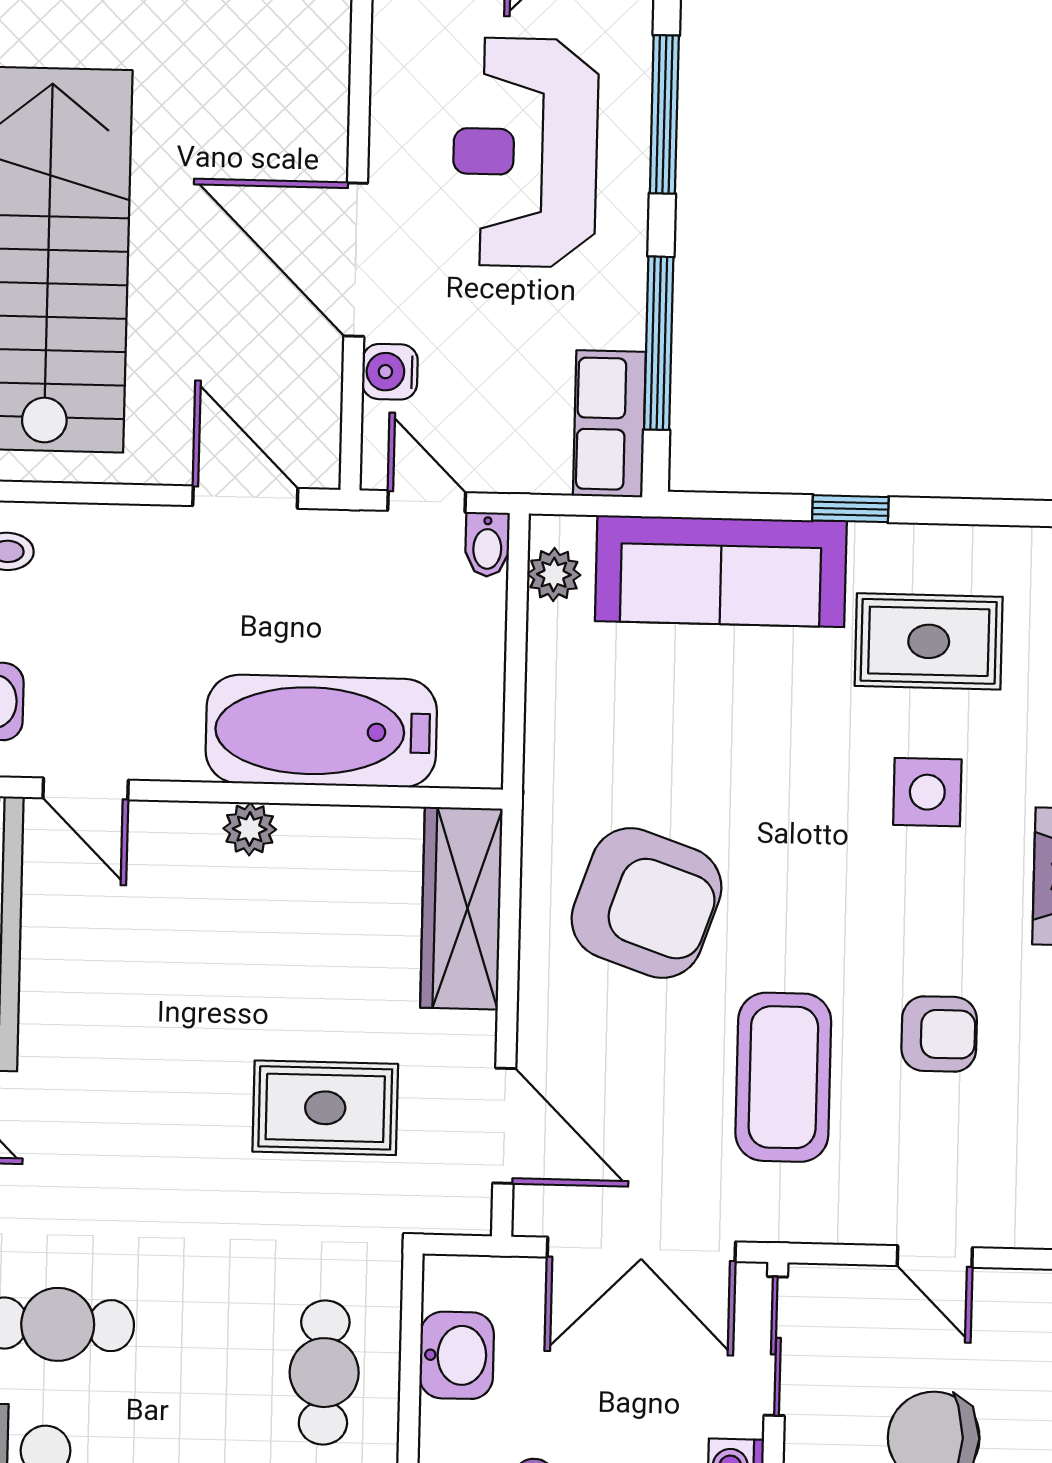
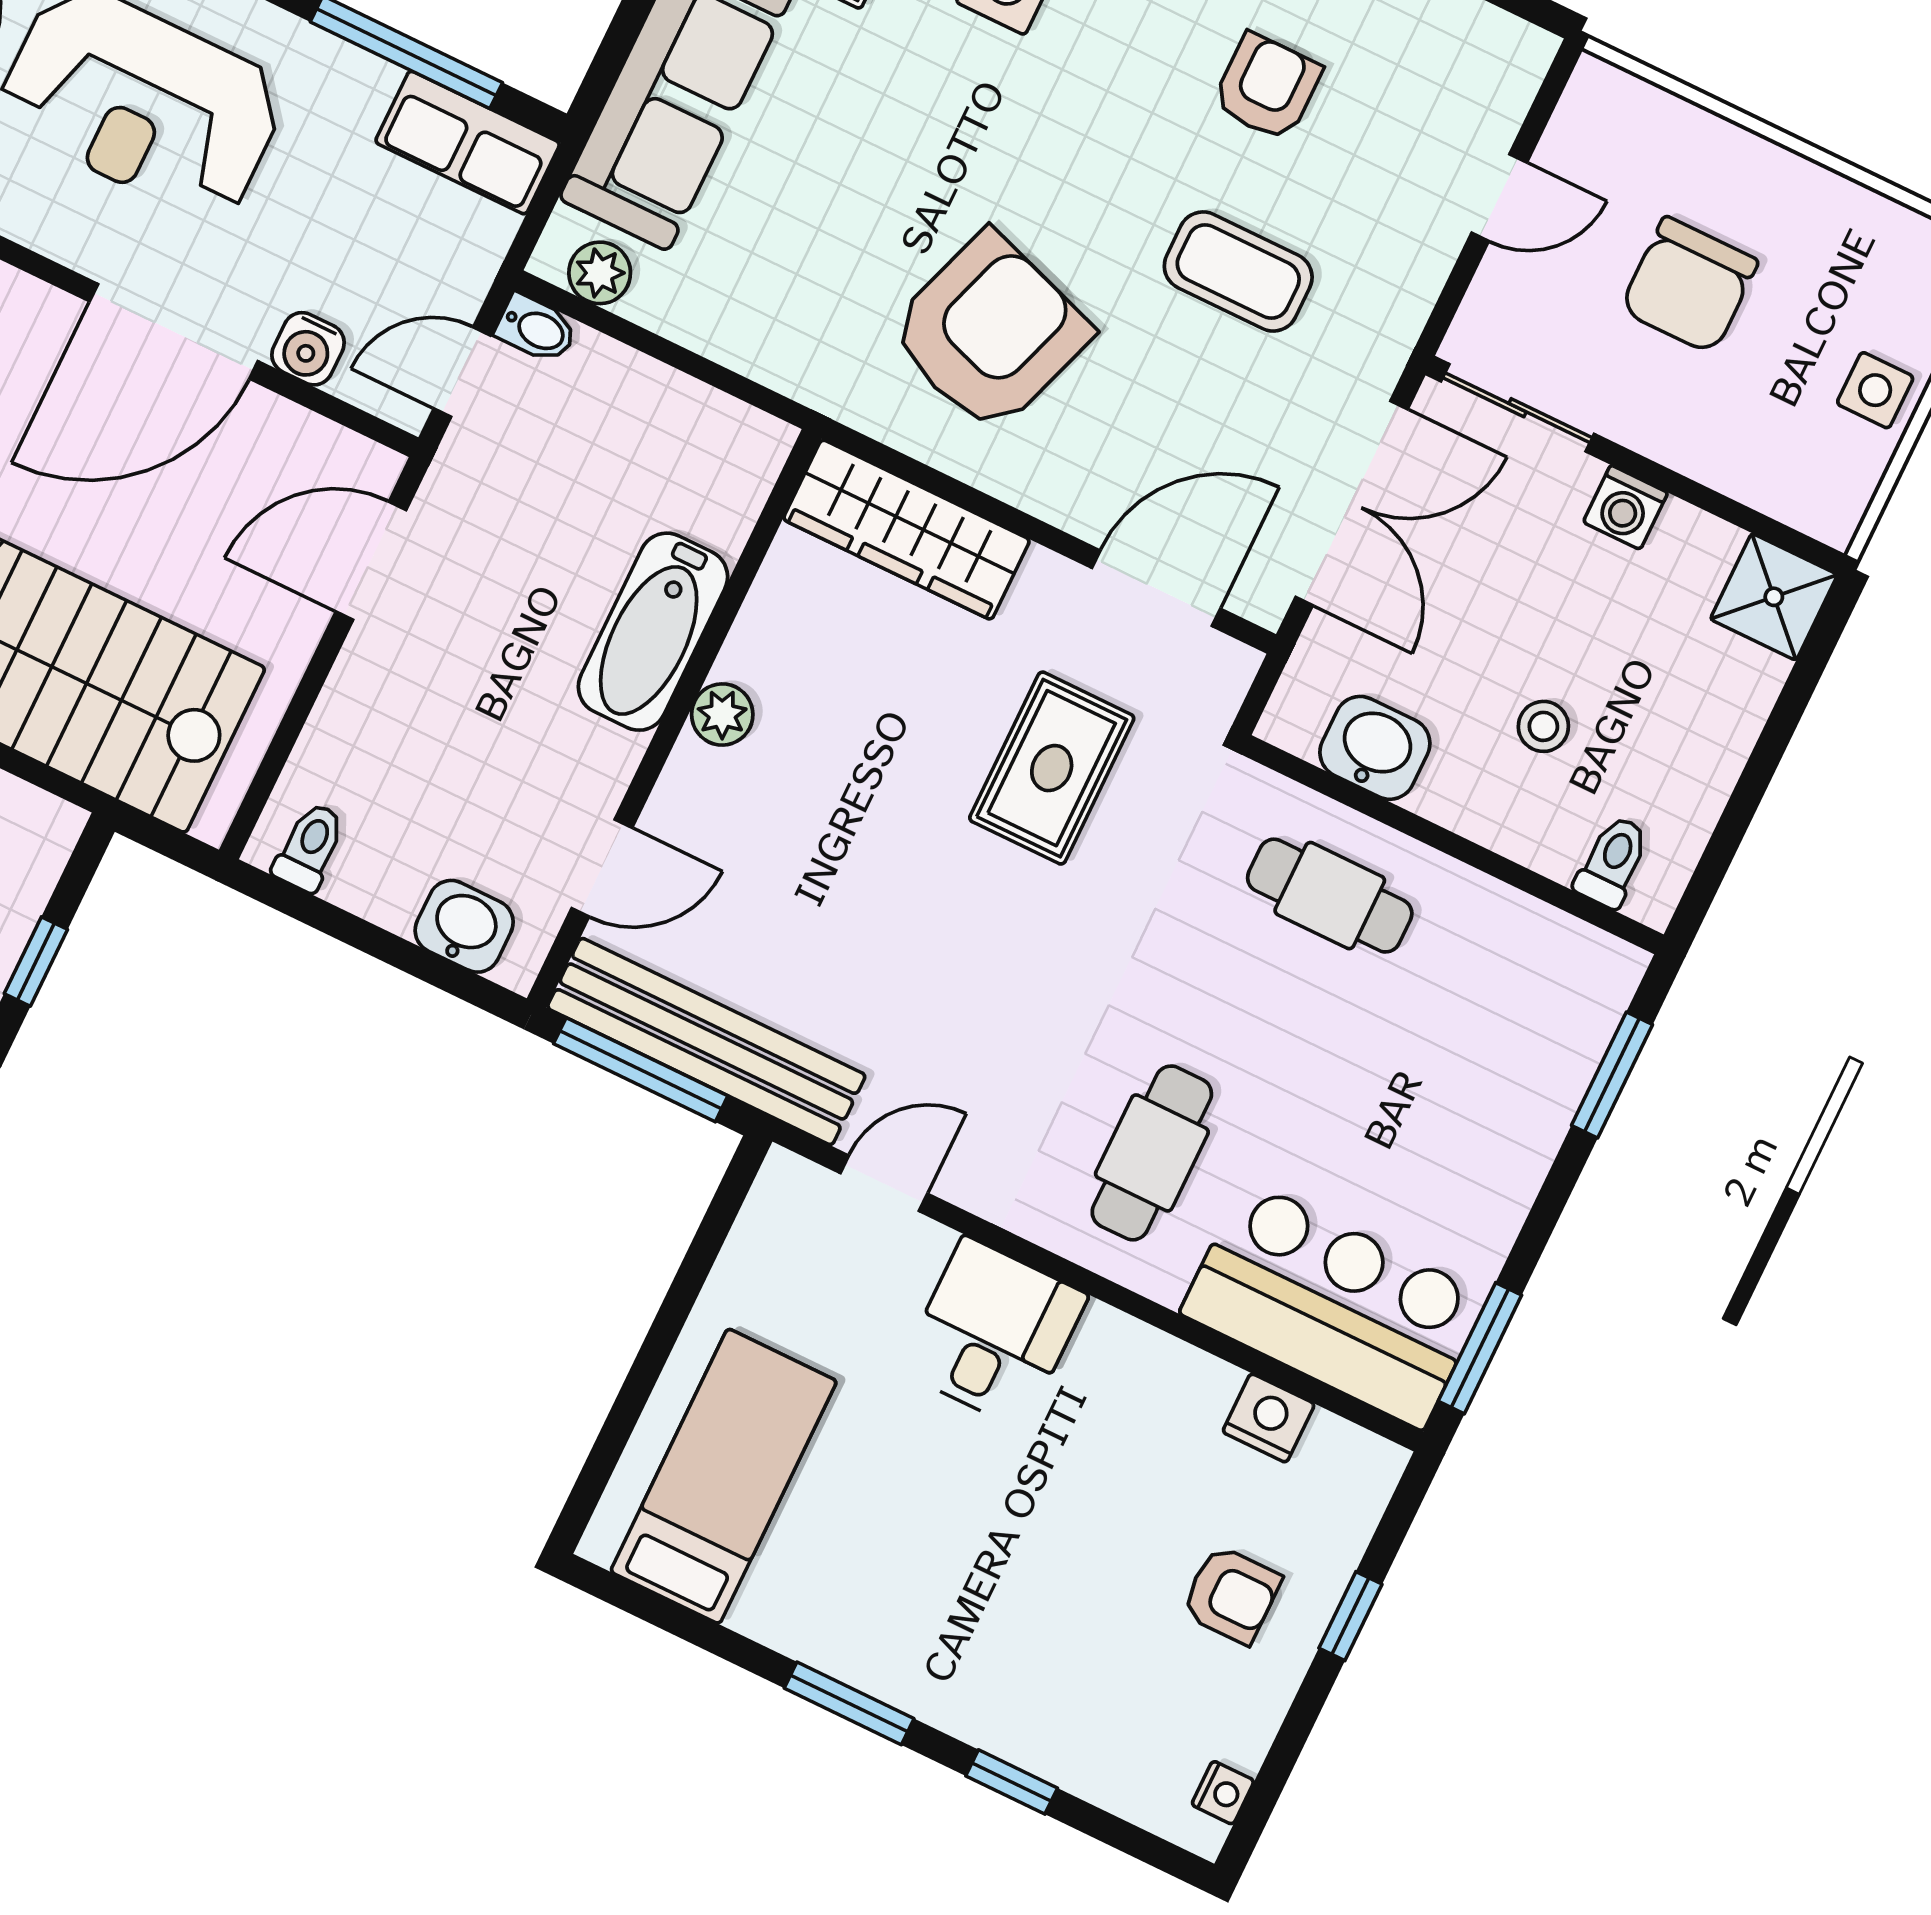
bathtub: (321, 731) -> (653, 632), width x0.73, depth x0.73
coffee table: (783, 1077) -> (1238, 271), width x0.73, depth x0.76

